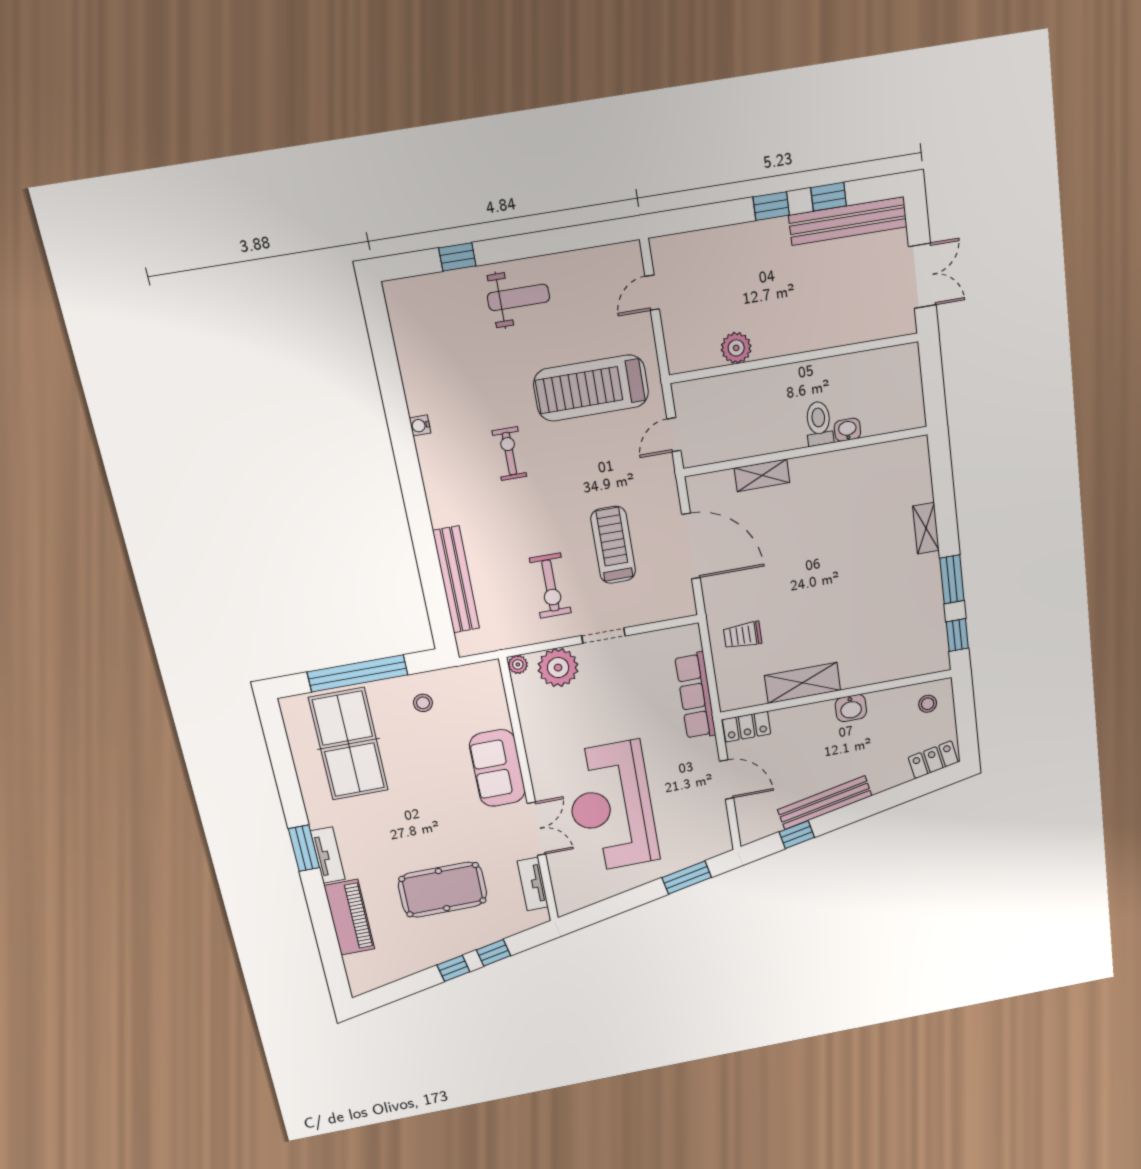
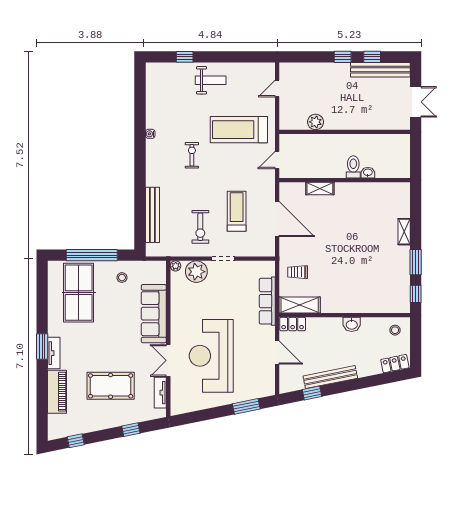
shelving: (803, 683) -> (300, 305), moved
sofa: (497, 768) -> (154, 314), width x1.36
double door: (536, 829) -> (168, 360), swing flipped
window: (453, 968) -> (76, 441), moved

